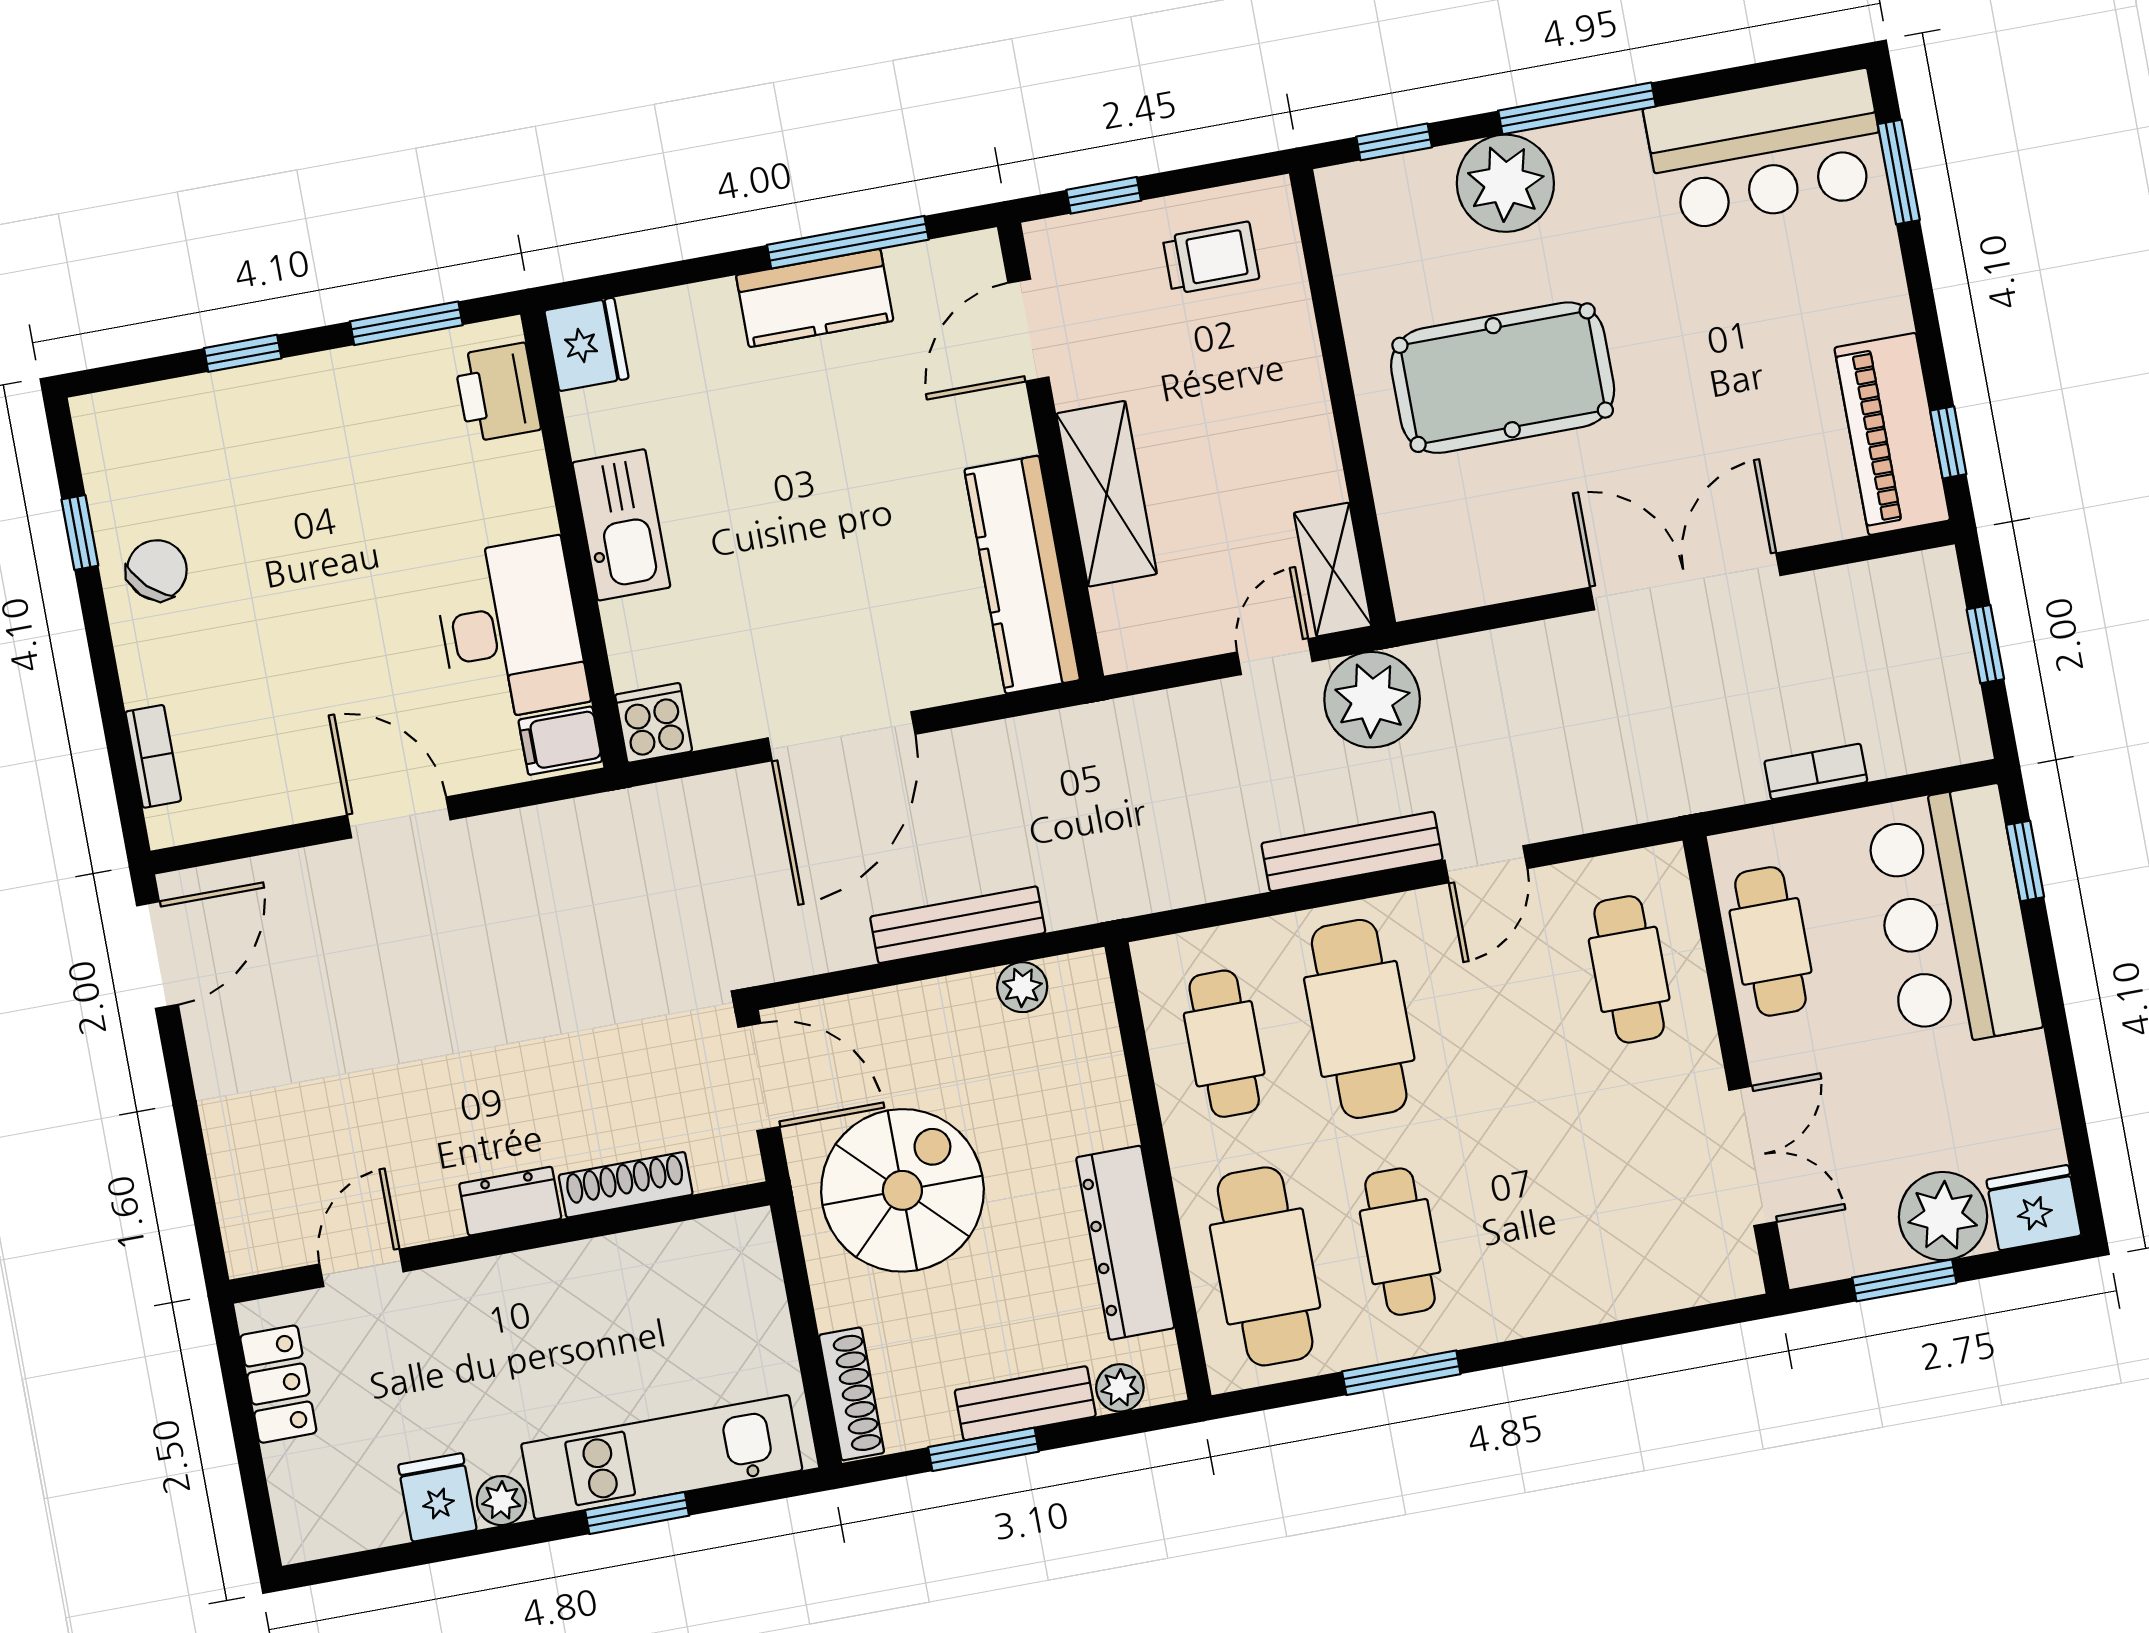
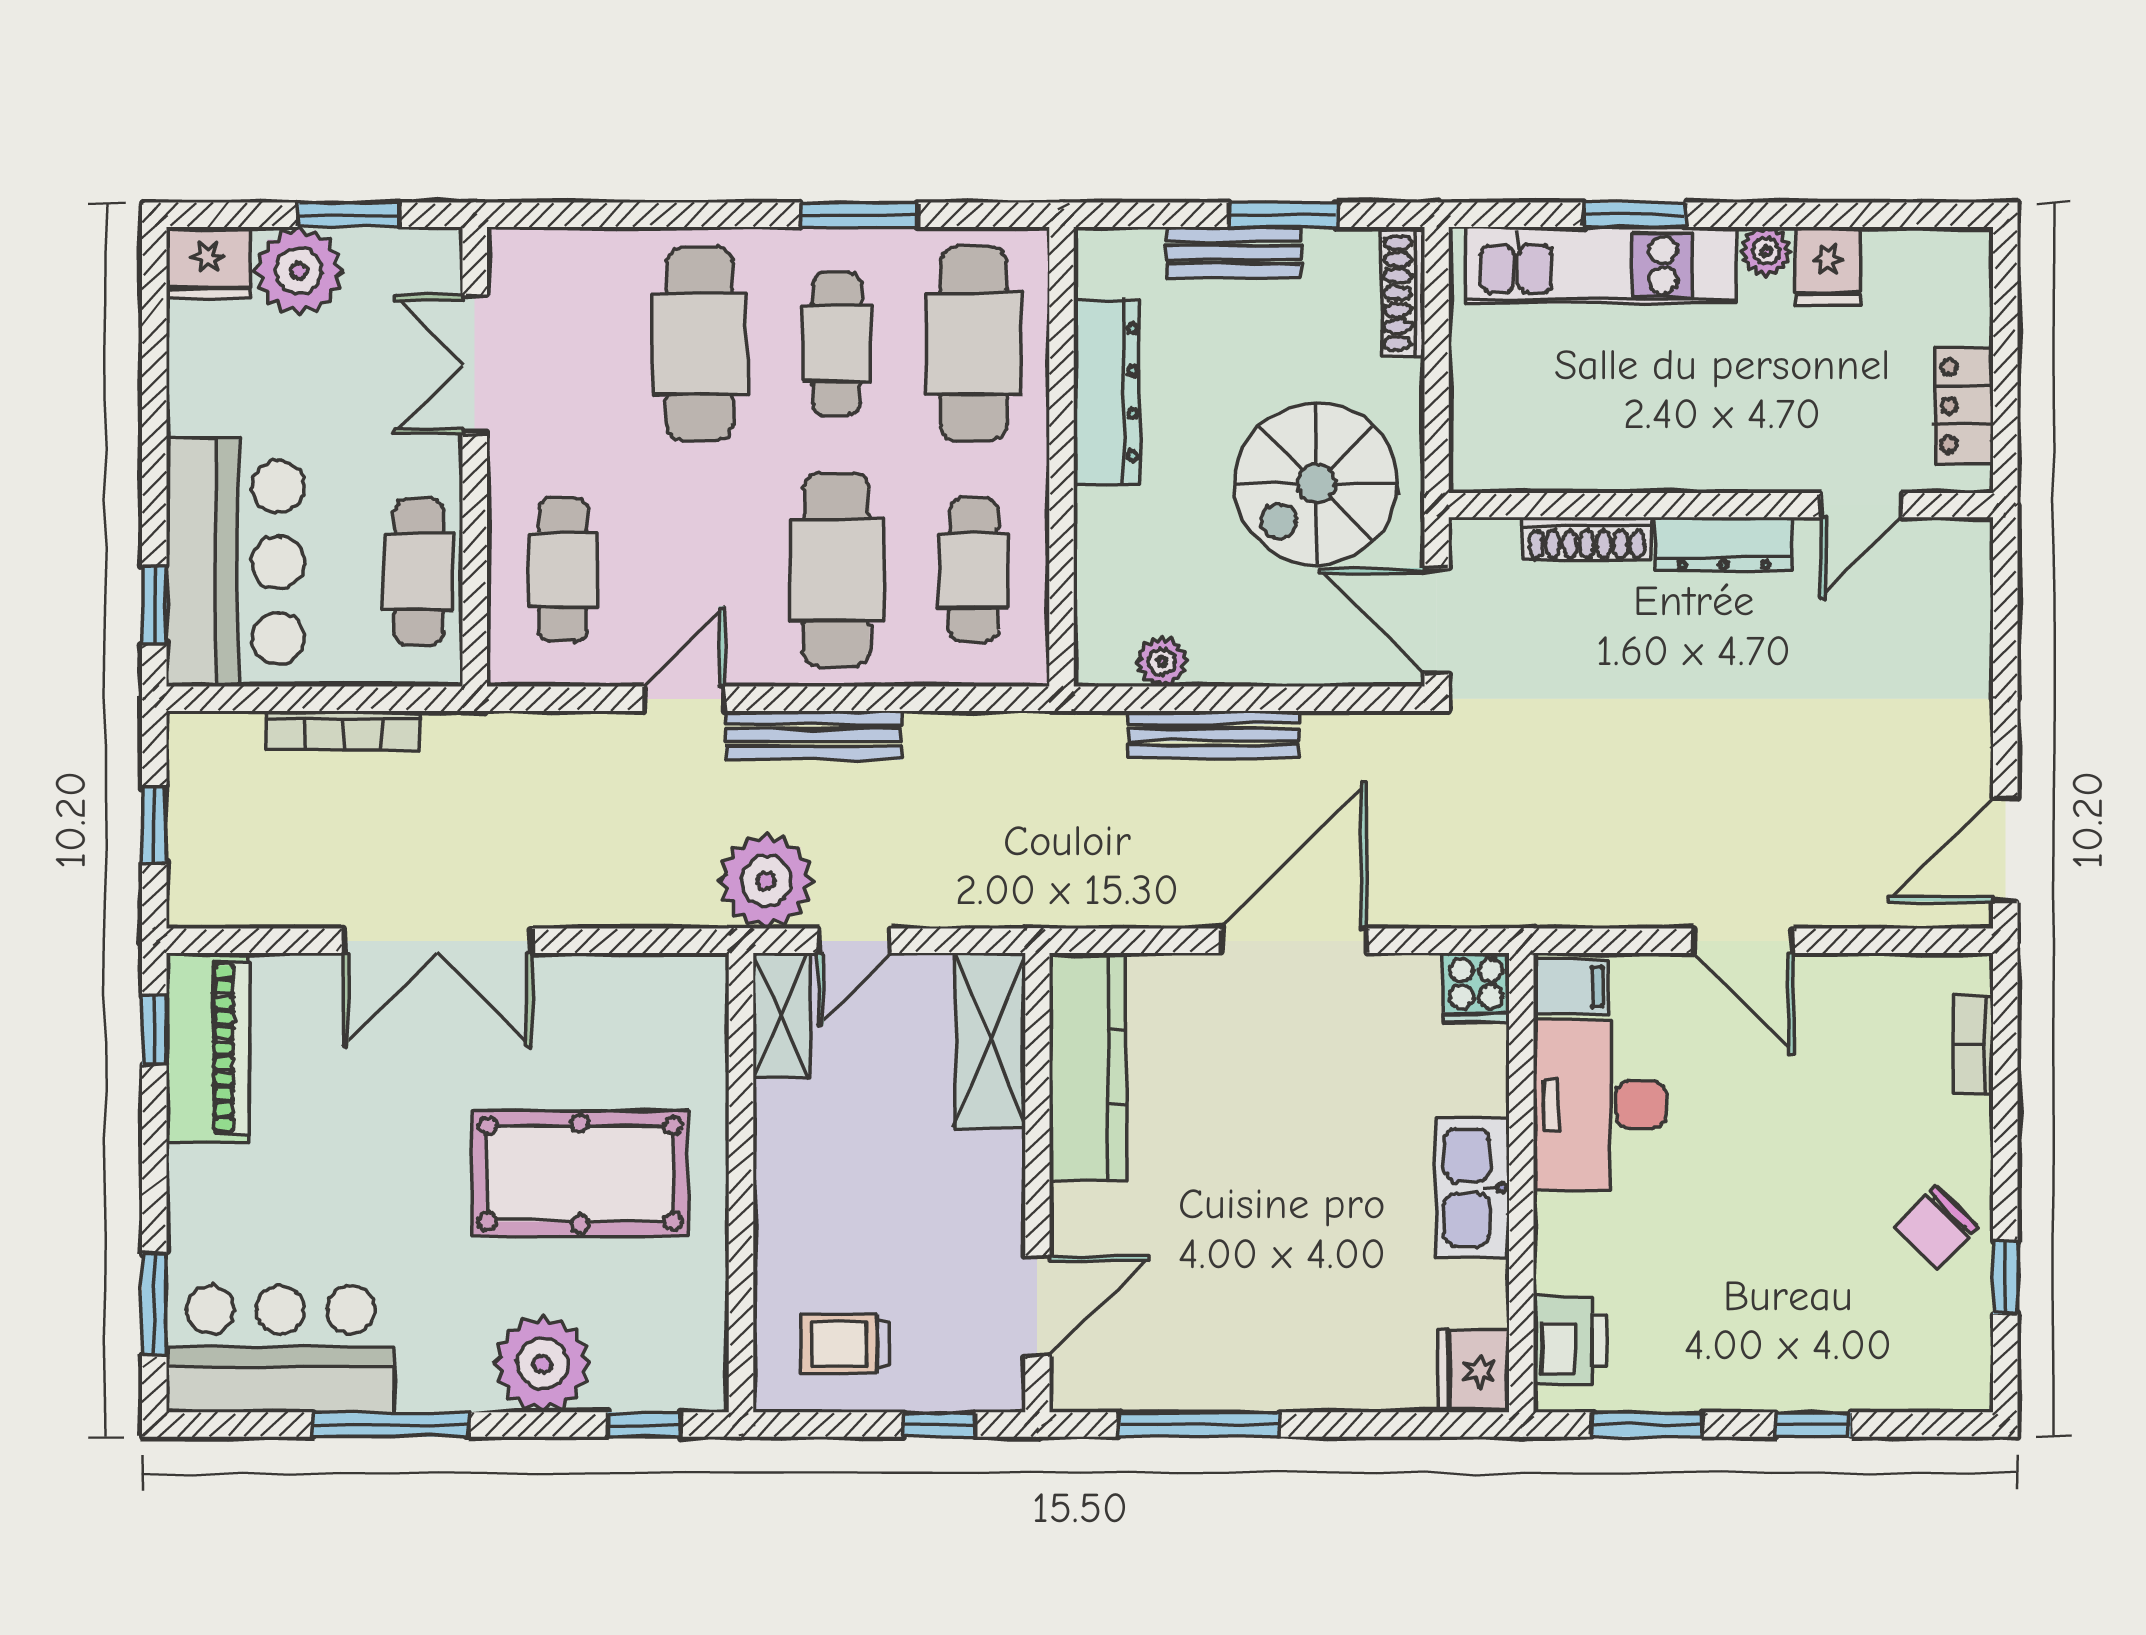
window: (1577, 108) -> (391, 1425), moved
kitchen counter: (815, 298) -> (1241, 1376), removed
shelving: (1107, 494) -> (990, 1041), moved
bookcase: (1816, 772) -> (344, 730), width x1.56
dresser: (510, 1201) -> (1724, 544), width x1.44
cafe table: (1535, 1217) -> (700, 344), added
plant: (1120, 1388) -> (1138, 251), removed

